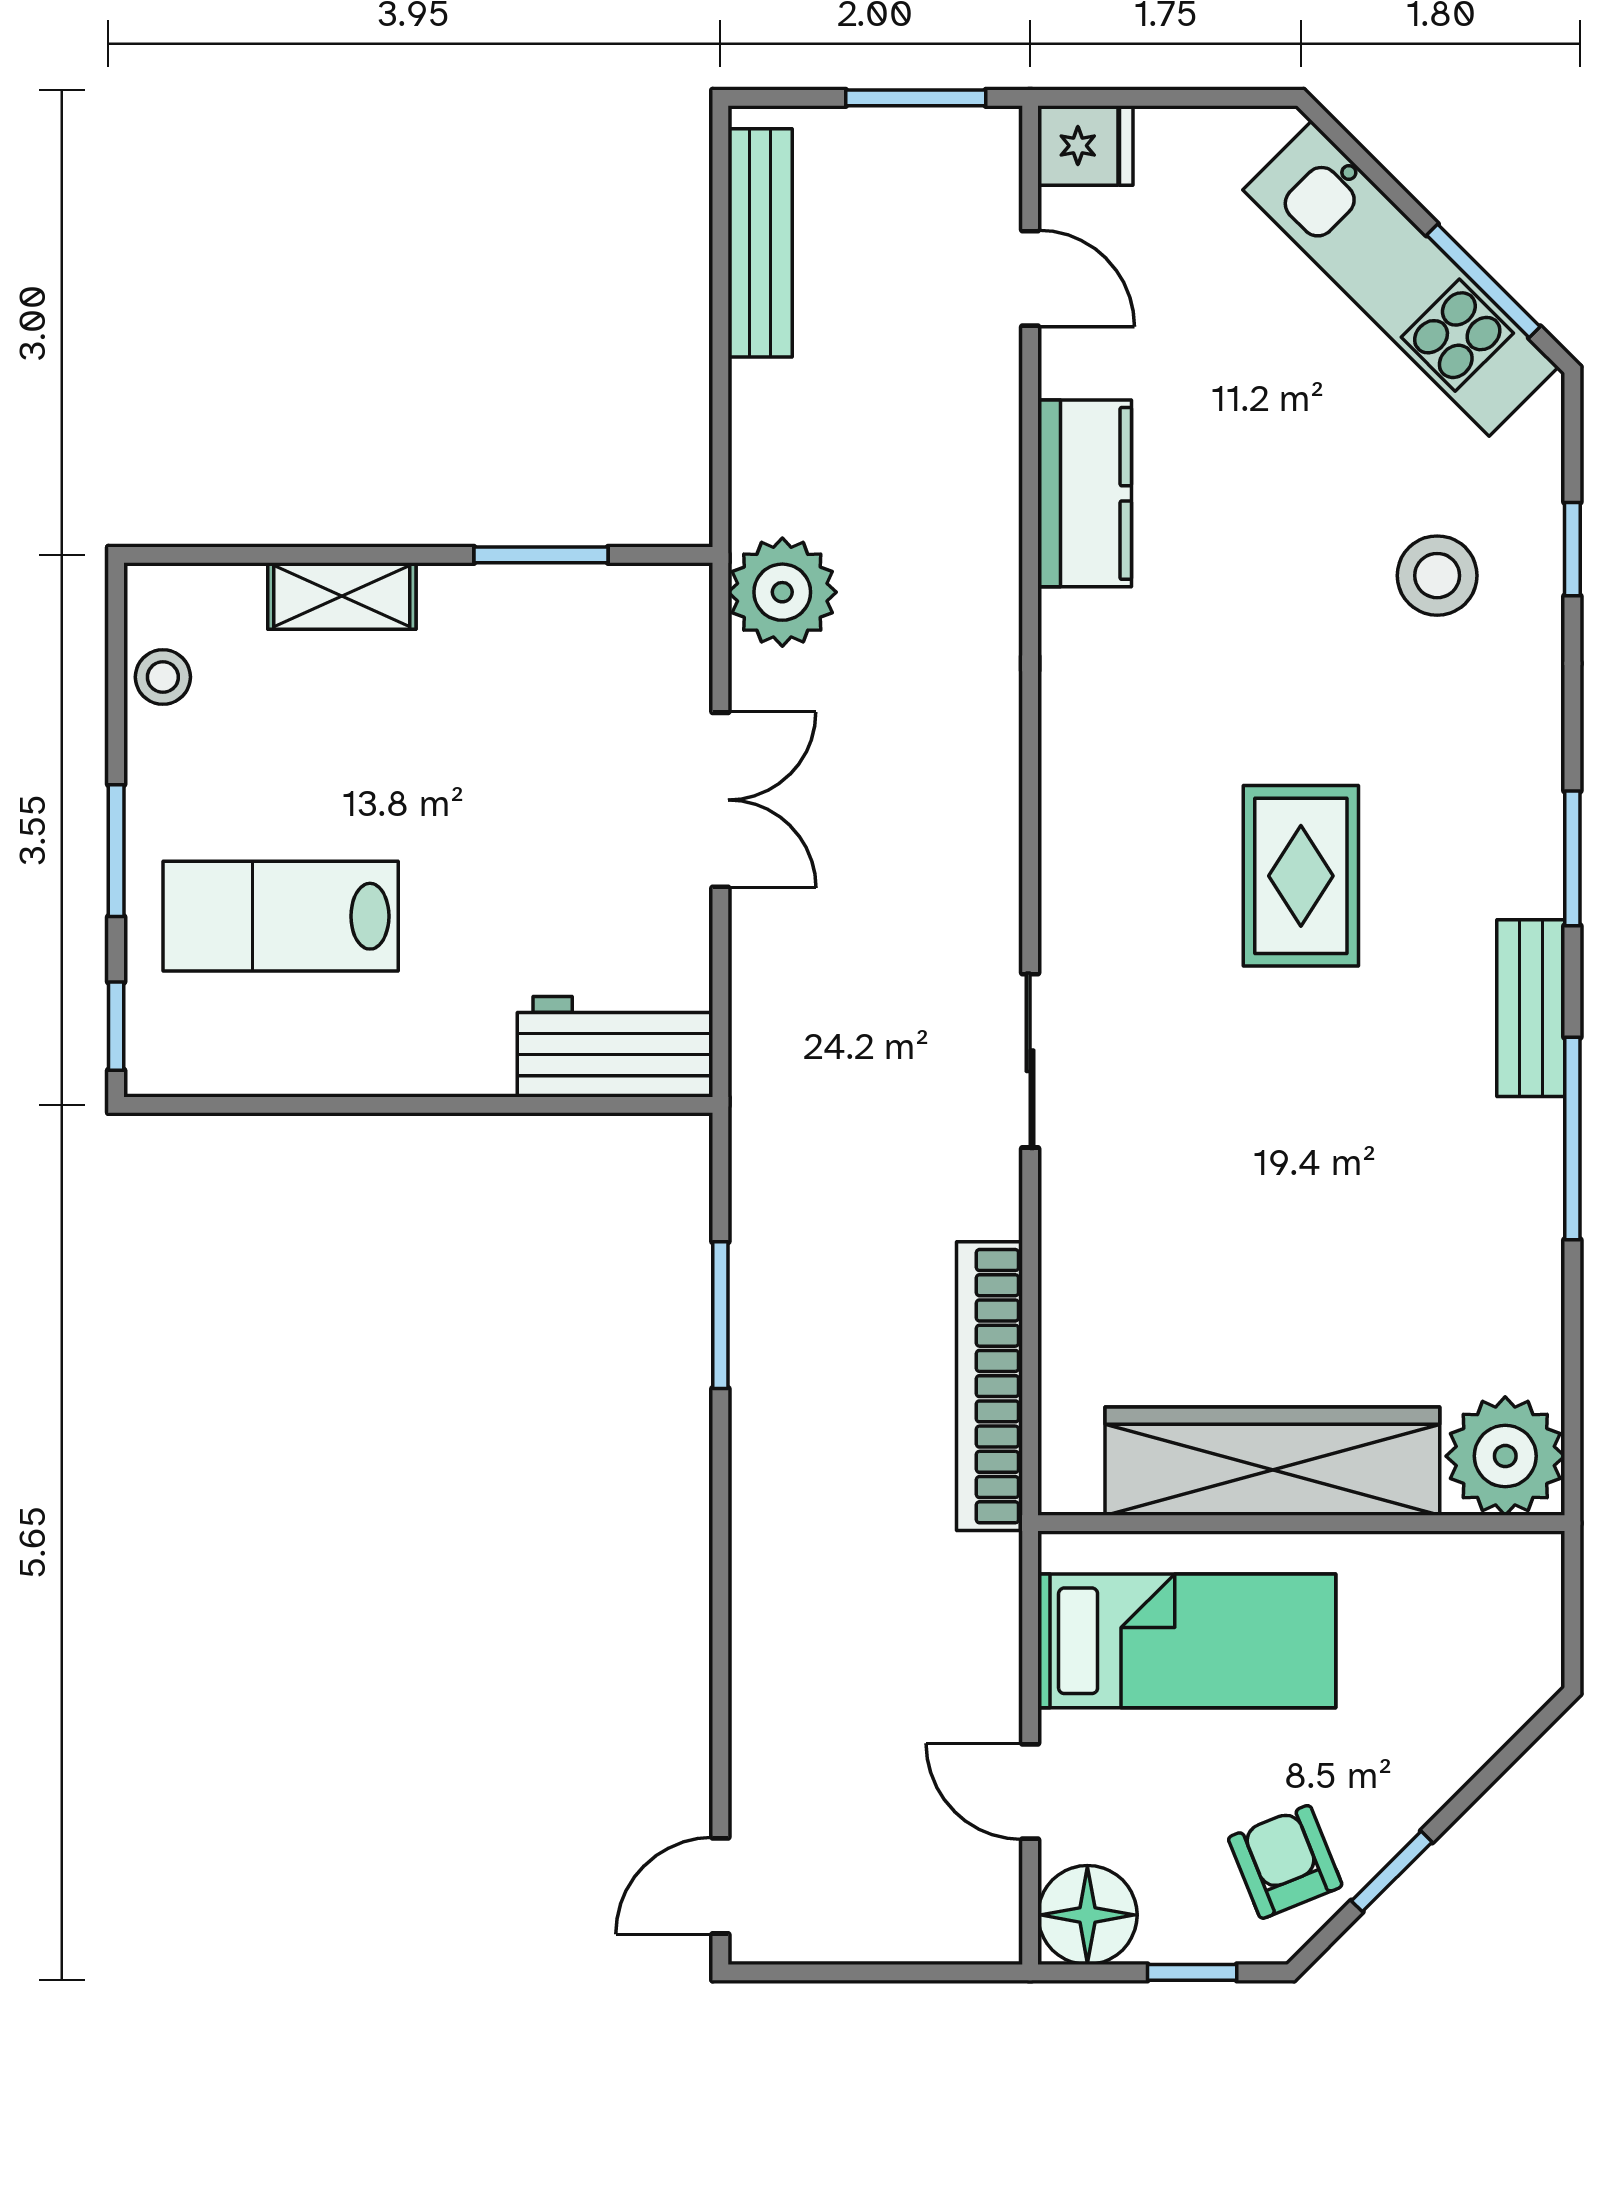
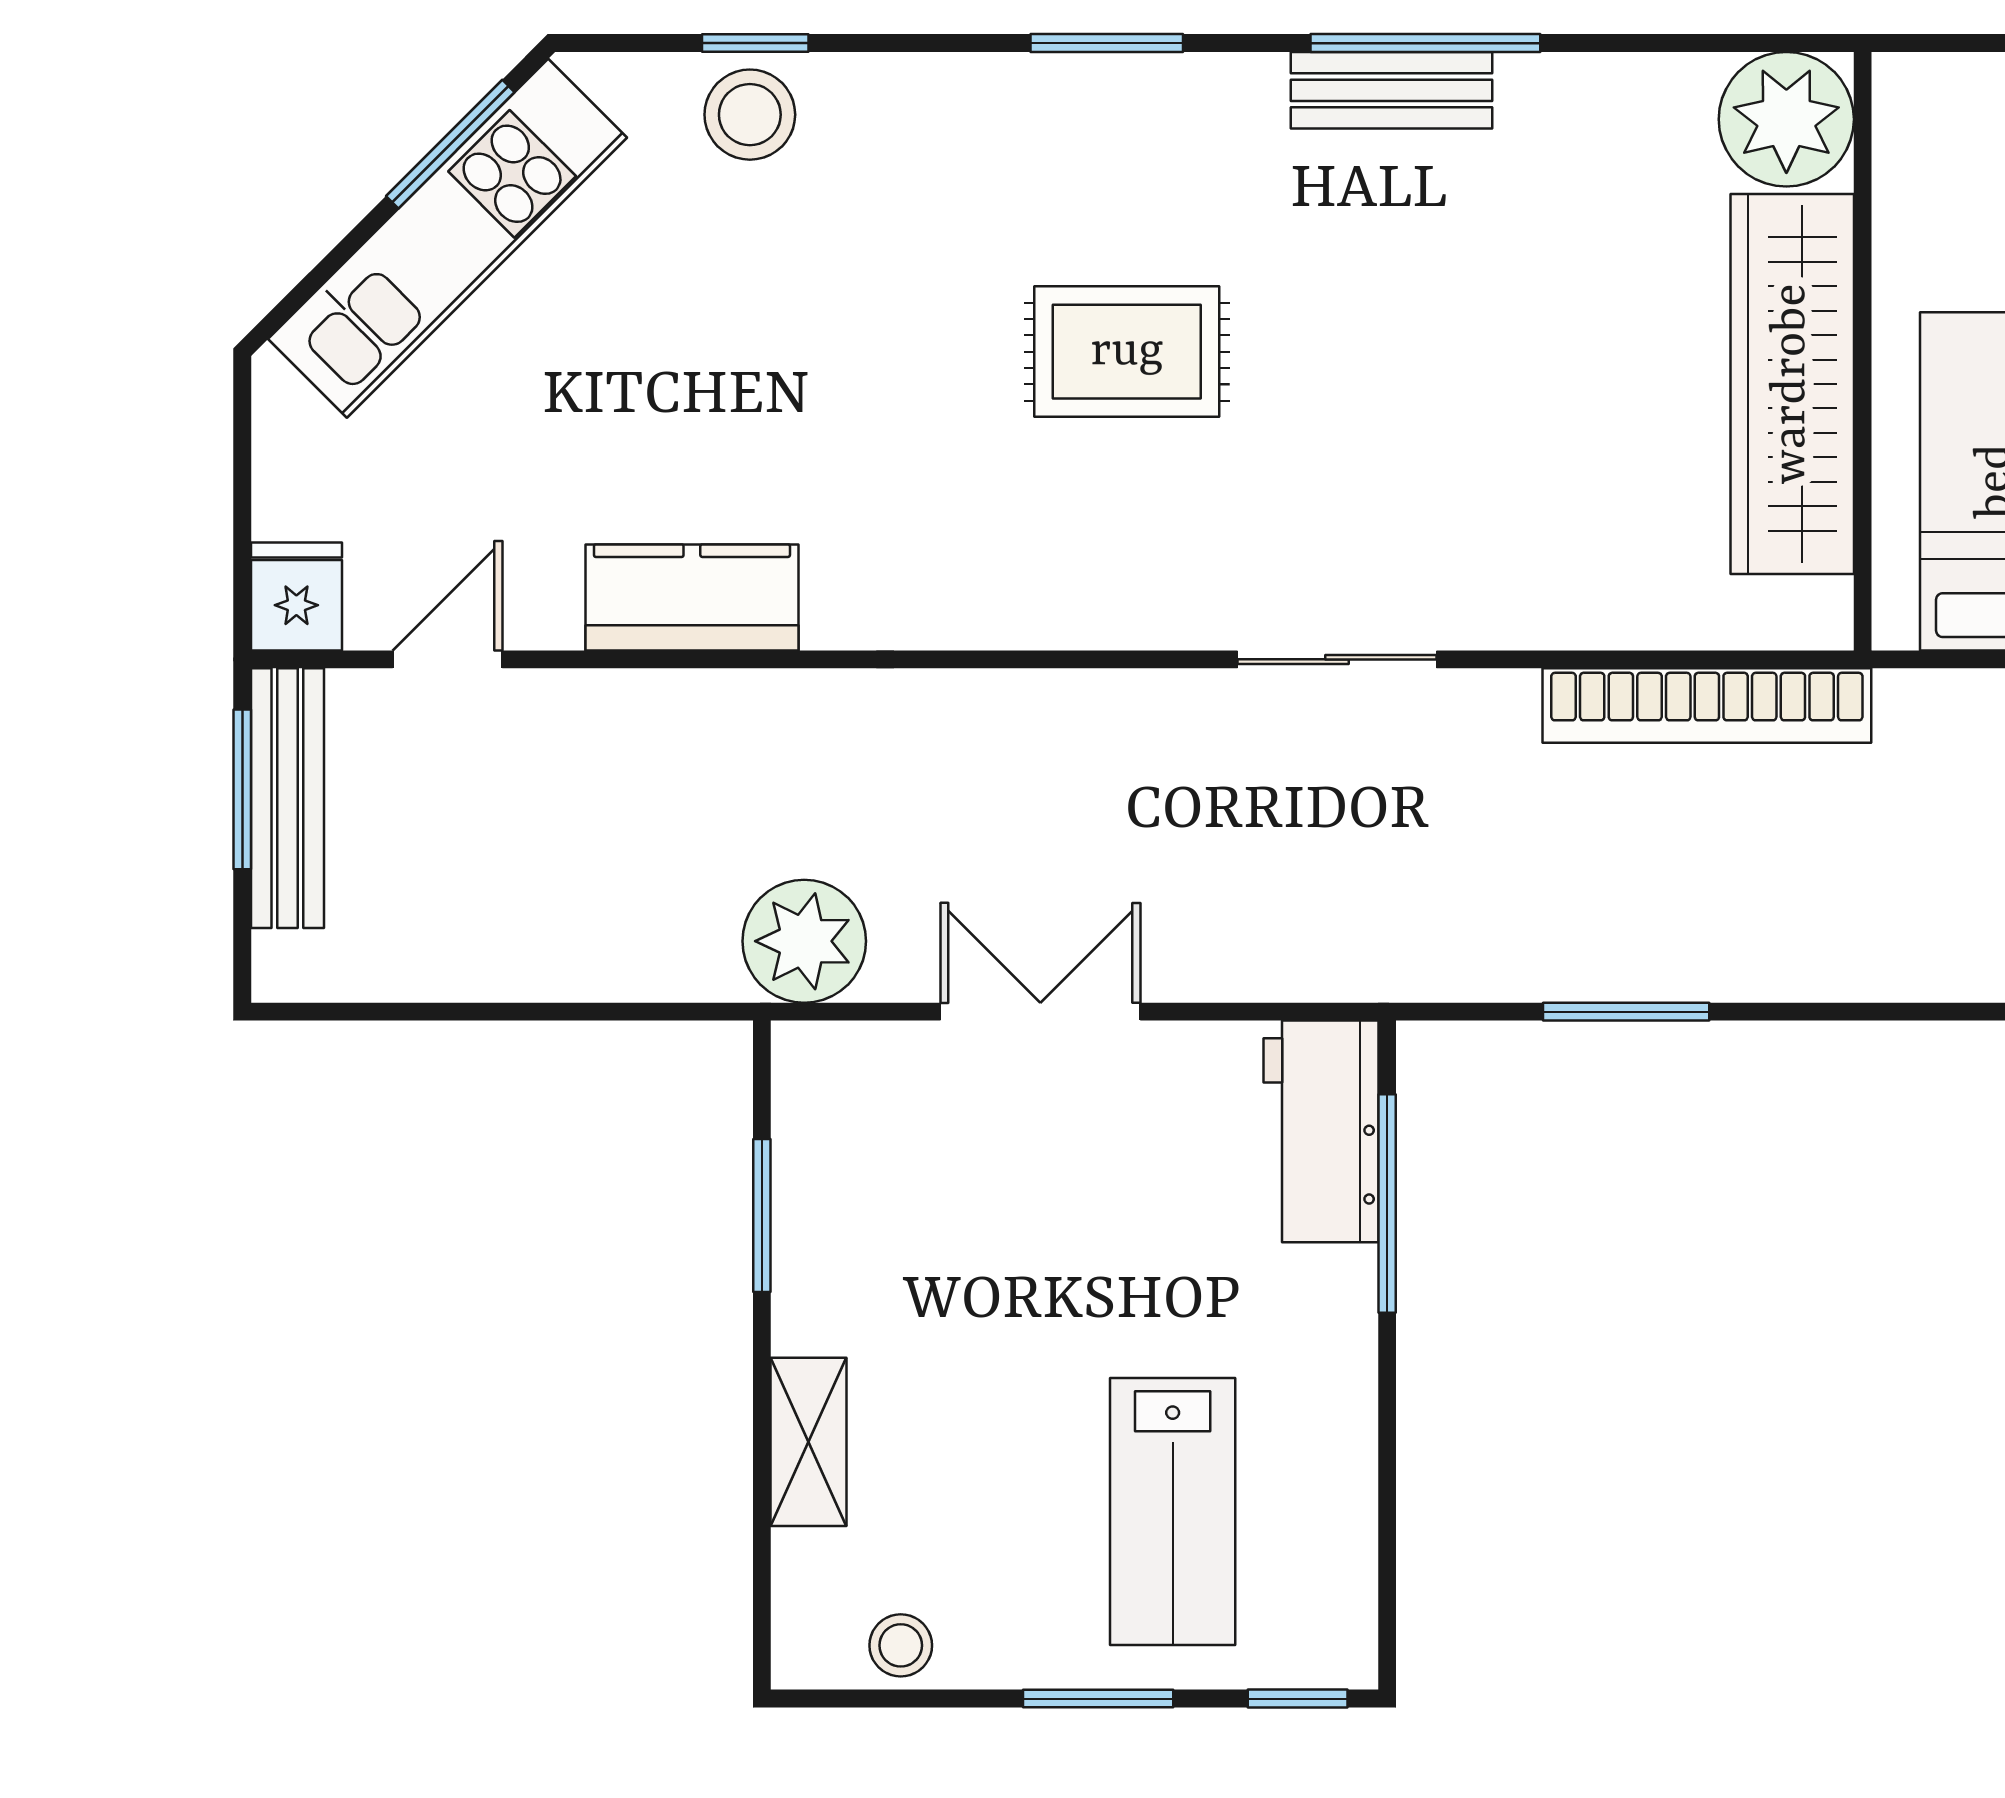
bench: (760, 243) -> (287, 798), moved, turned 90
stool: (1437, 576) -> (750, 115), moved
bench: (1531, 1008) -> (1392, 90), moved
window: (552, 1105) -> (1387, 1204), added

